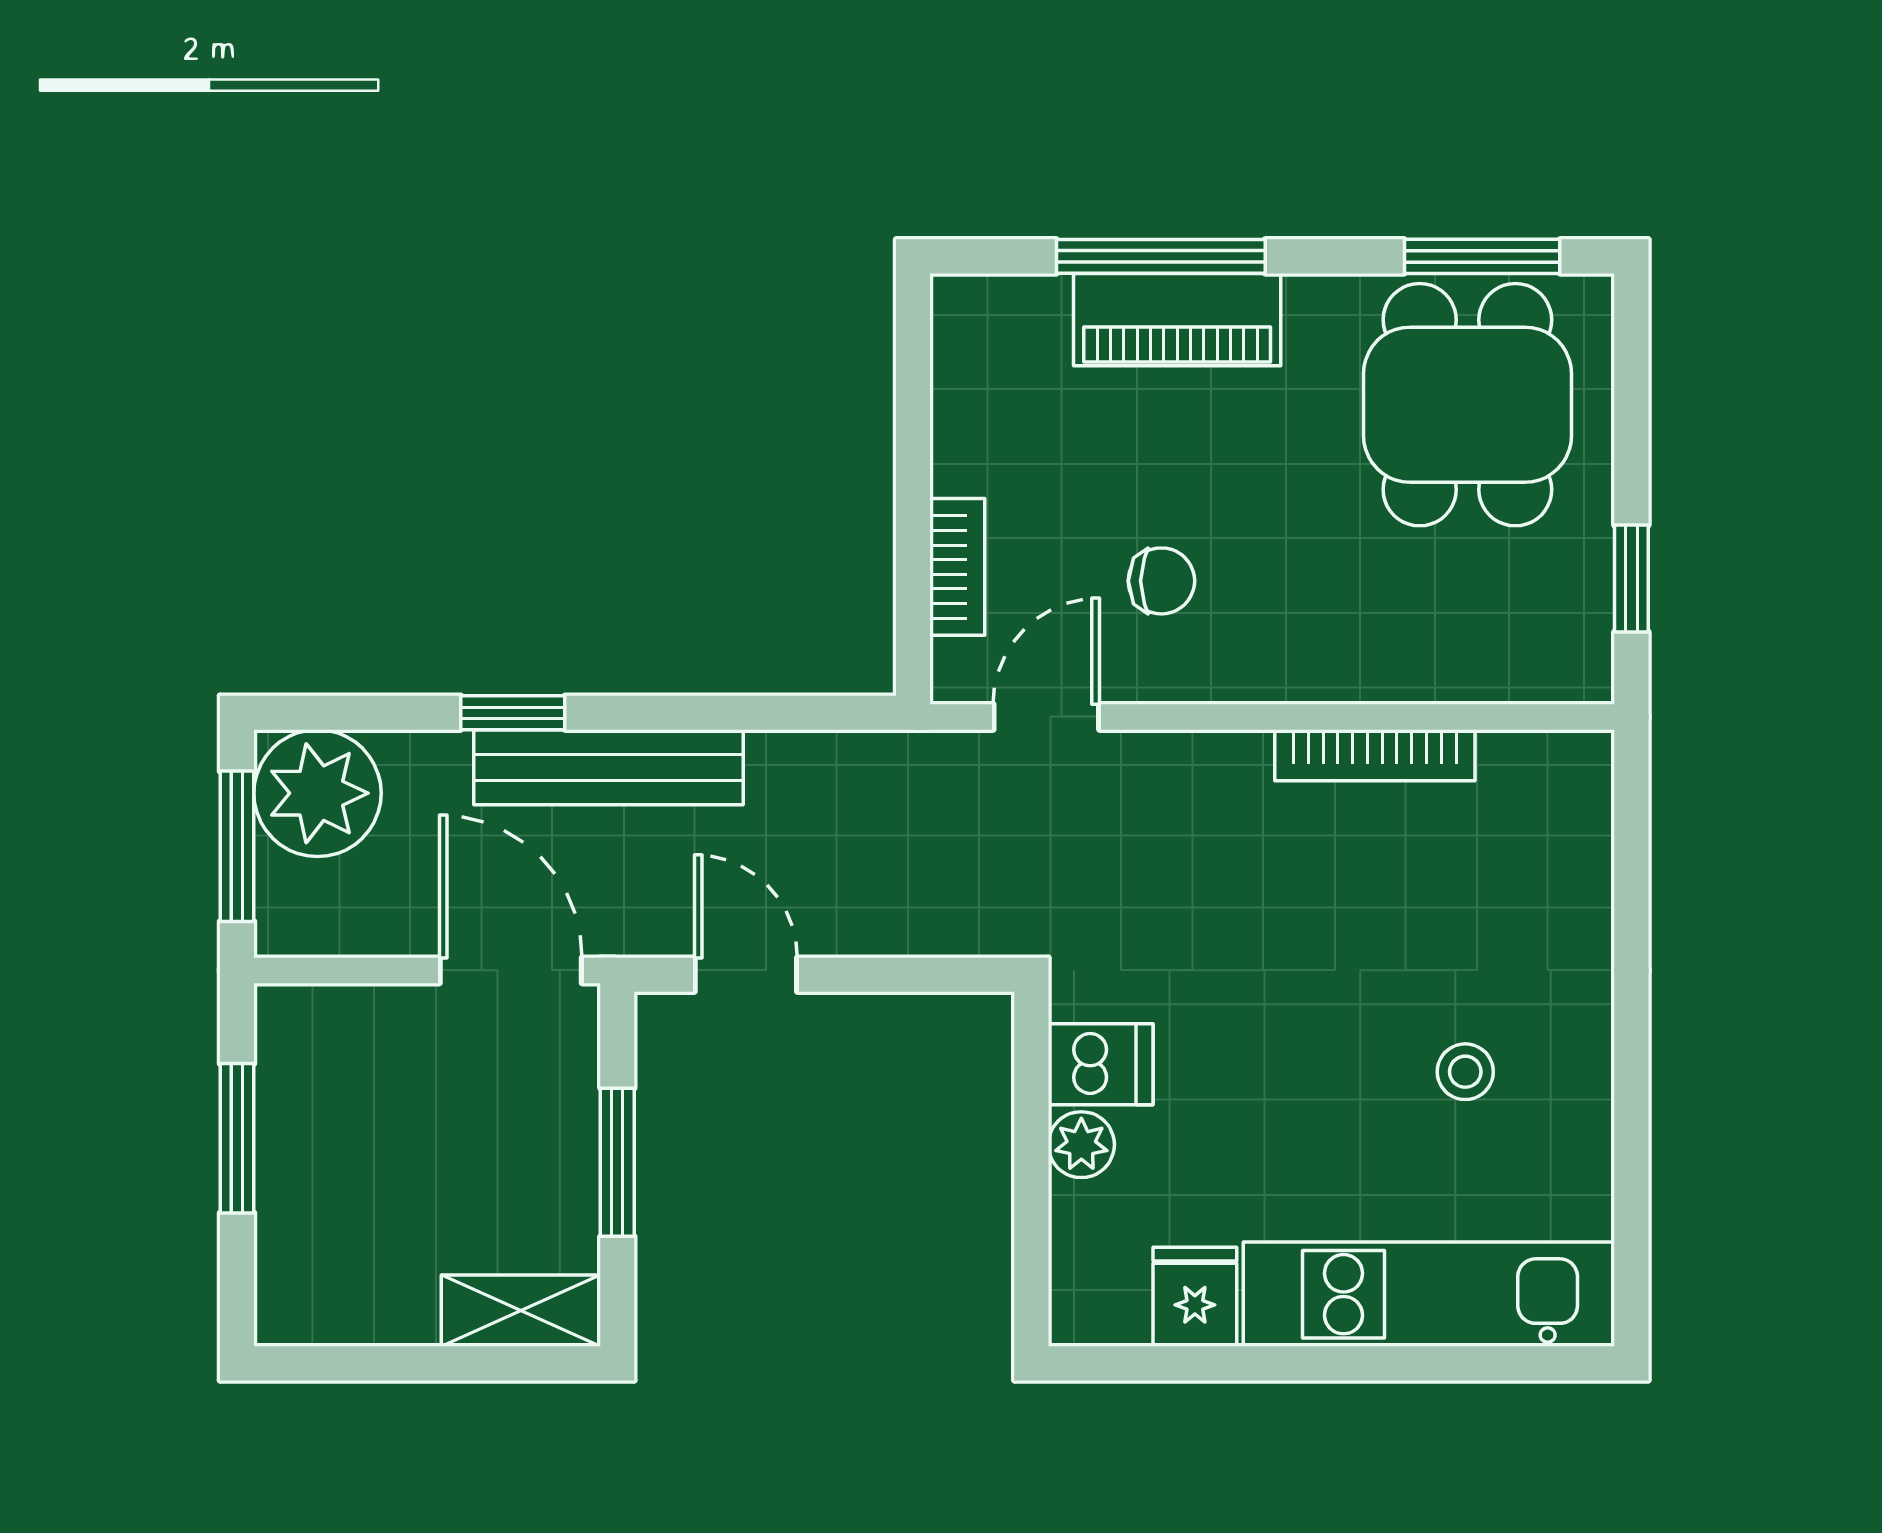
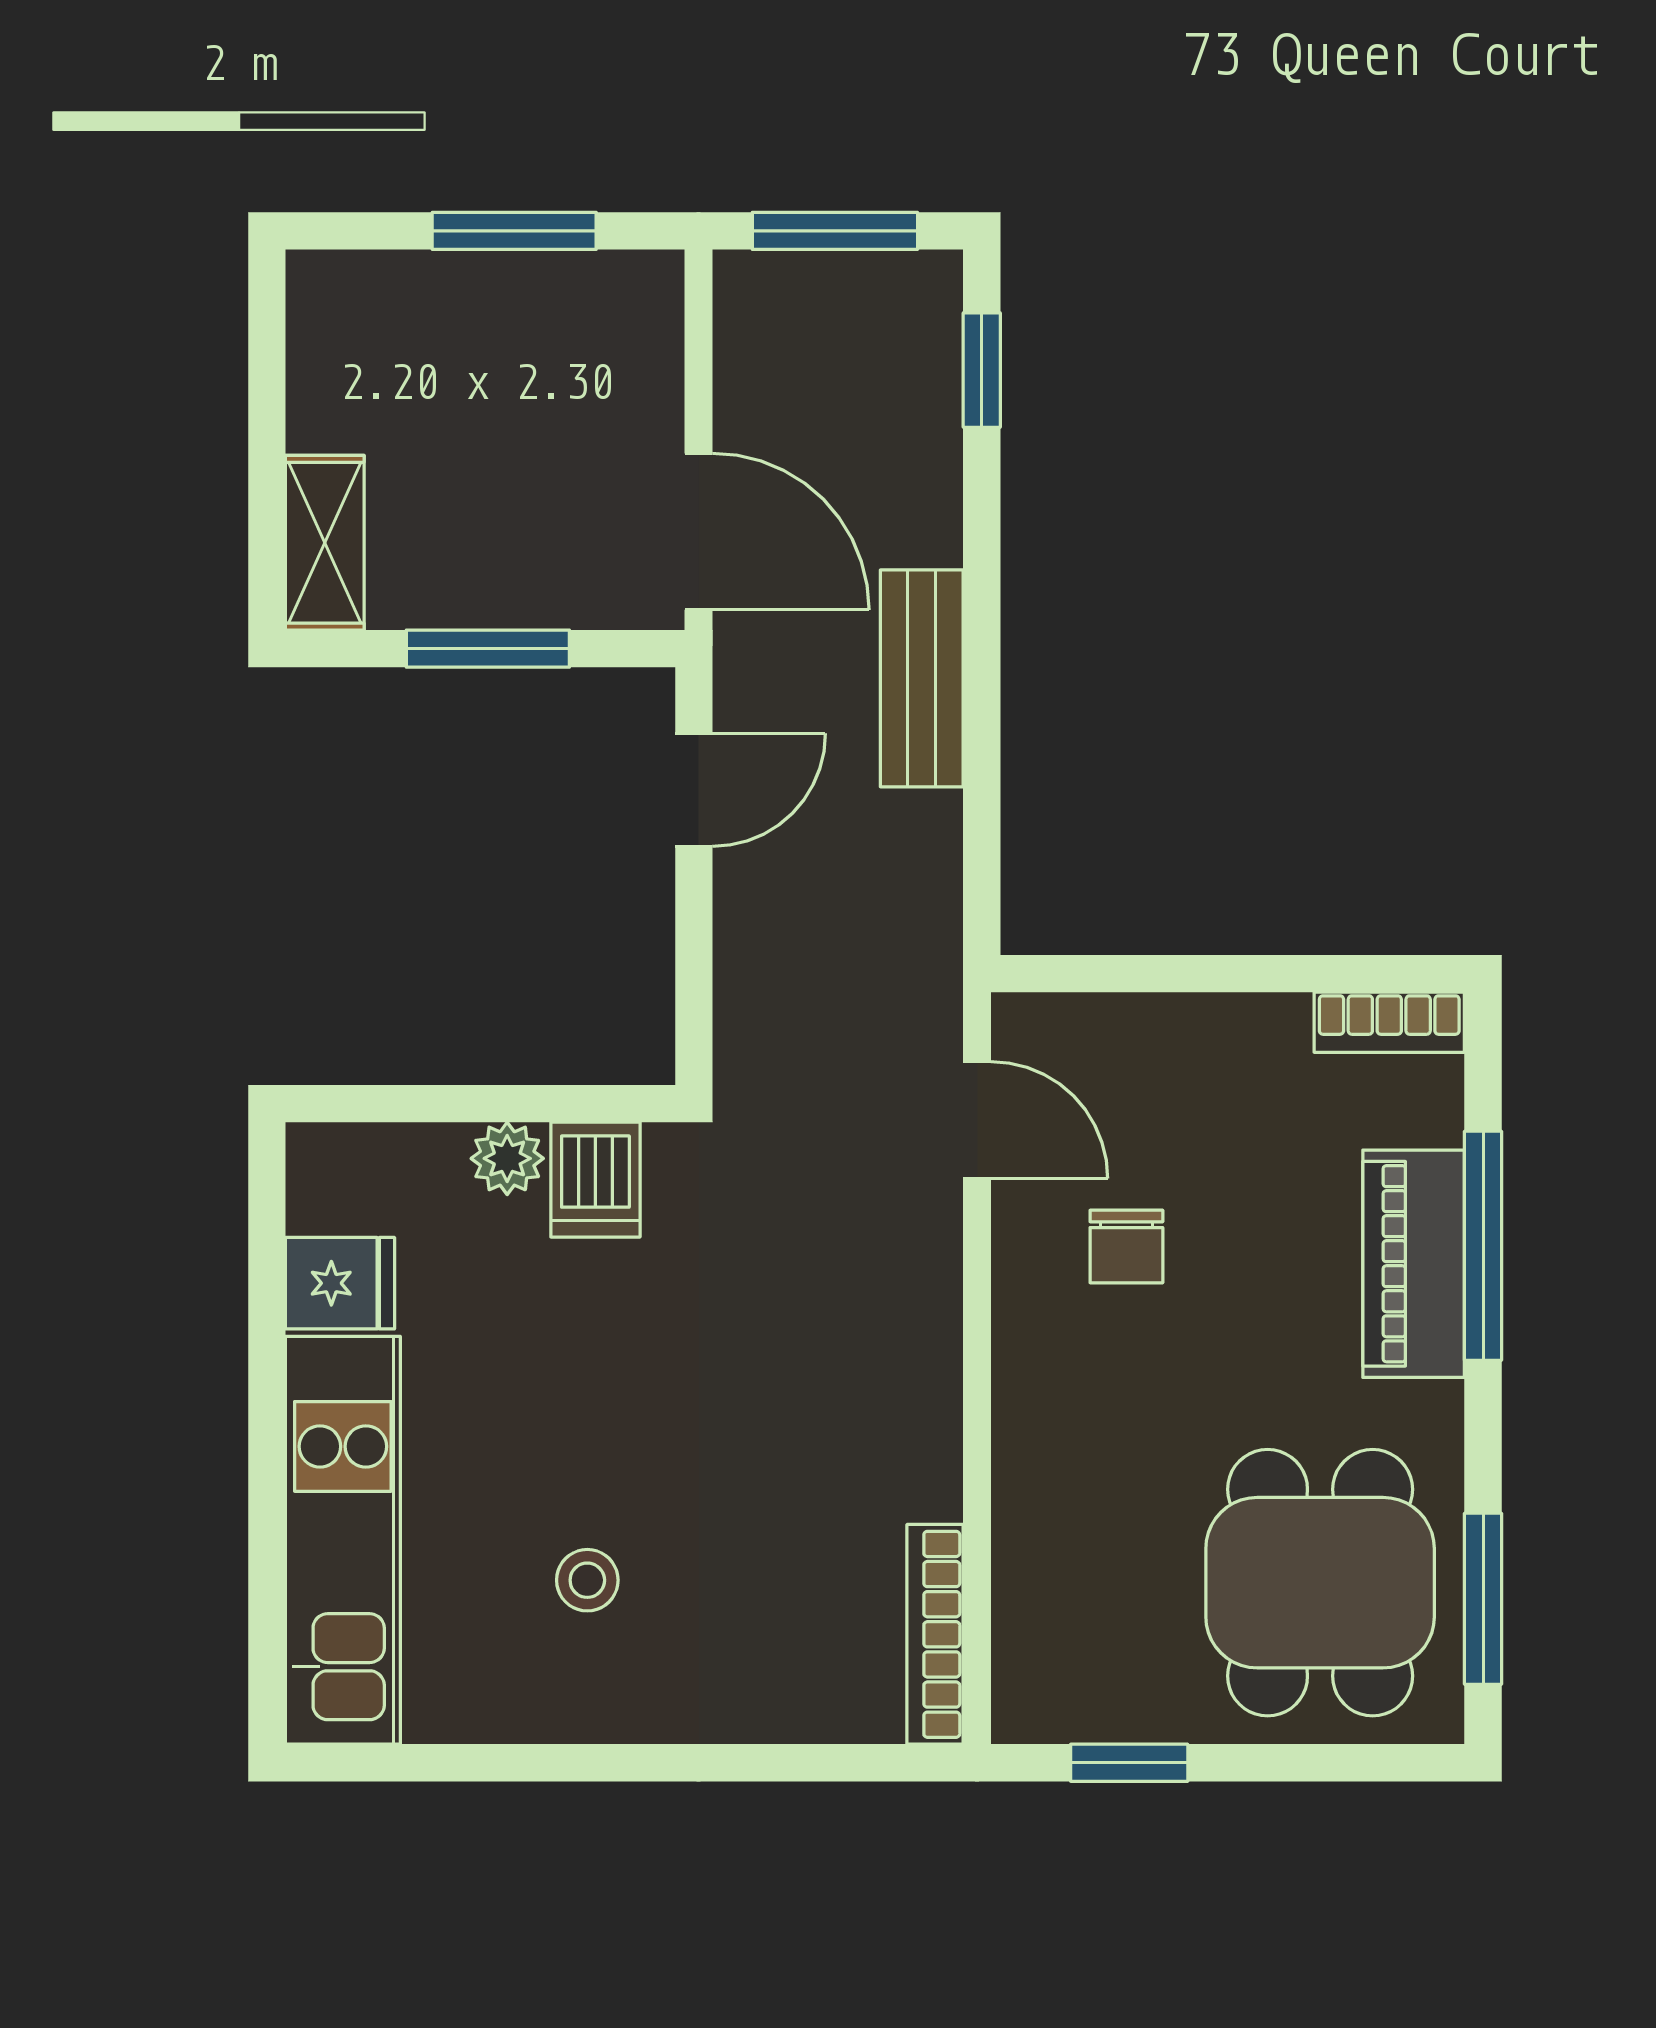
dining table: (1467, 405) -> (1320, 1583), turned 90
bookcase: (957, 567) -> (1389, 1022), moved
window: (513, 713) -> (982, 370), moved
bookcase: (1375, 755) -> (935, 1634), moved
bench: (608, 767) -> (922, 678), width x0.73
plant: (317, 793) -> (893, 319), removed
door: (511, 970) -> (699, 532), hinge flipped

